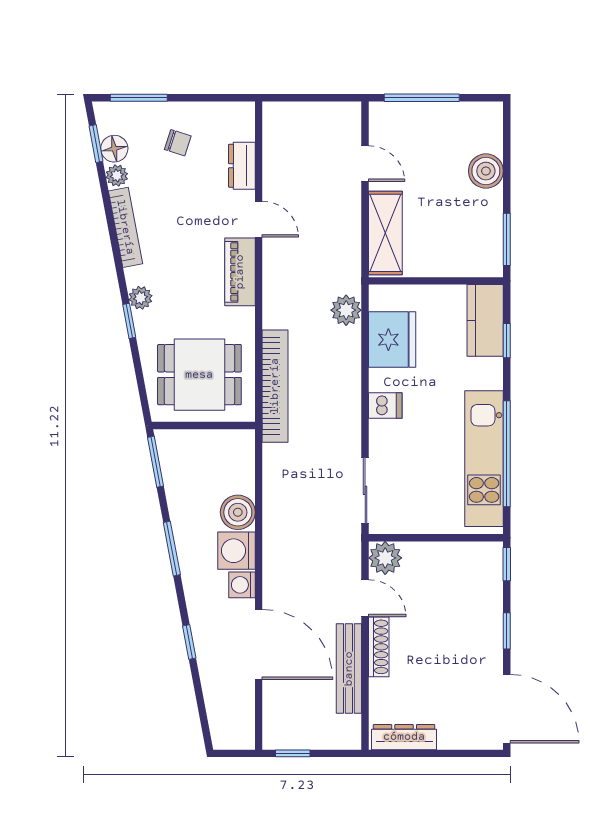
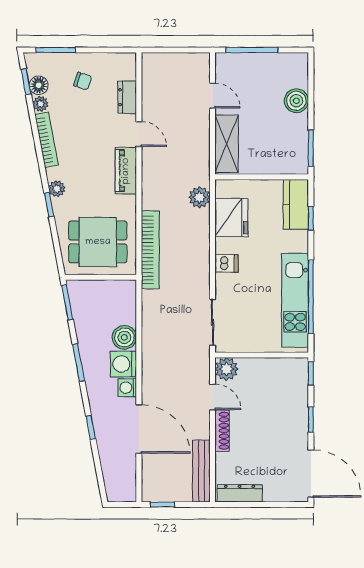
bench: (349, 669) -> (201, 471), moved

